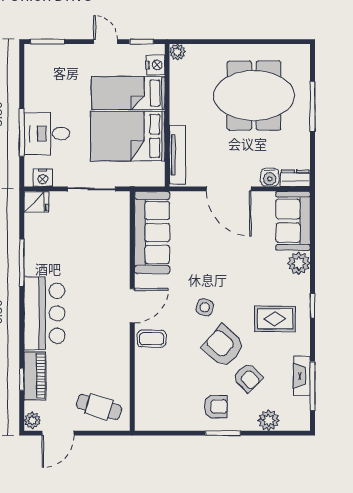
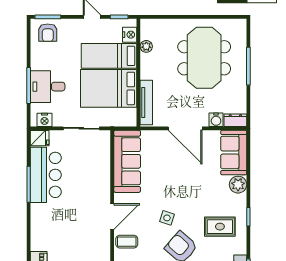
plant: (177, 52) -> (146, 46), moved
armchair: (47, 62) -> (48, 33), added
meeting table: (254, 96) -> (204, 58), turned 90
bar counter: (44, 313) -> (46, 175), moved

